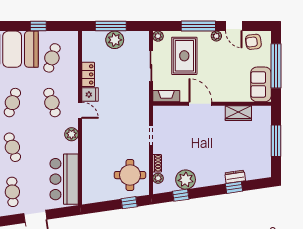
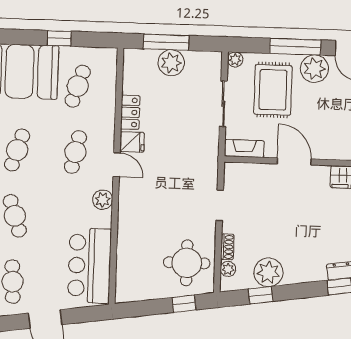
plant: (216, 36) -> (314, 69), width x1.88, depth x1.88
cafe table: (52, 103) -> (75, 152), turned 30

